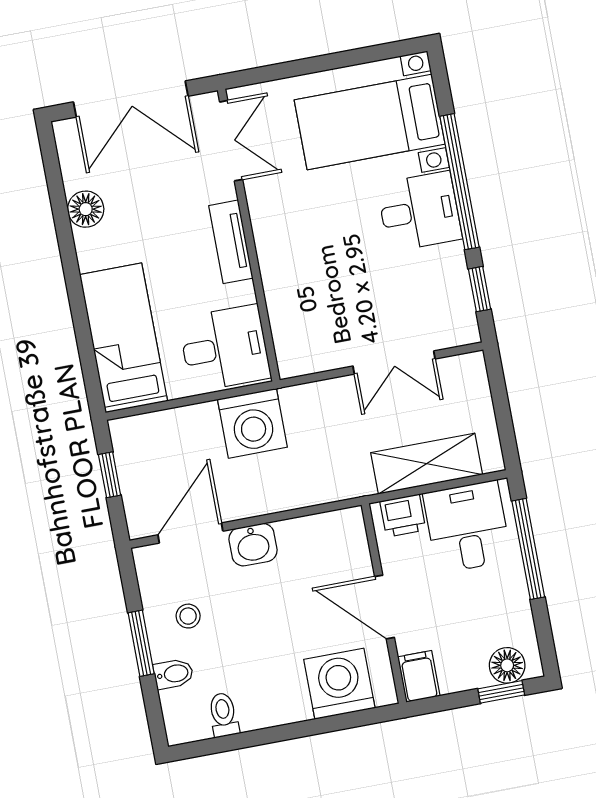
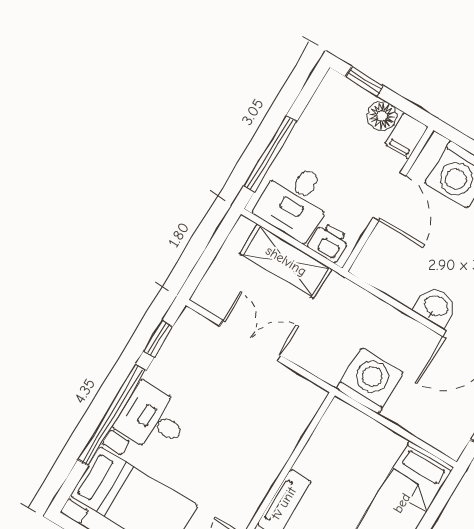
desk: (225, 348) -> (346, 442), removed
floor lamp: (507, 665) -> (382, 116), moved

